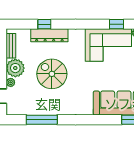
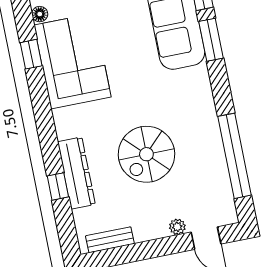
plant: (15, 68) -> (149, 223), removed
window: (42, 120) -> (234, 156), width x1.46
window: (105, 120) -> (211, 40), added

